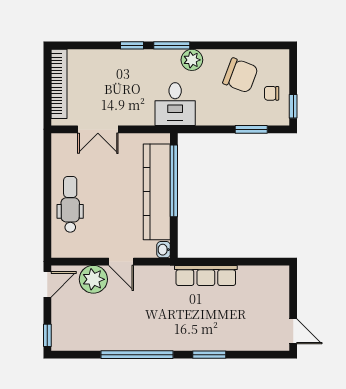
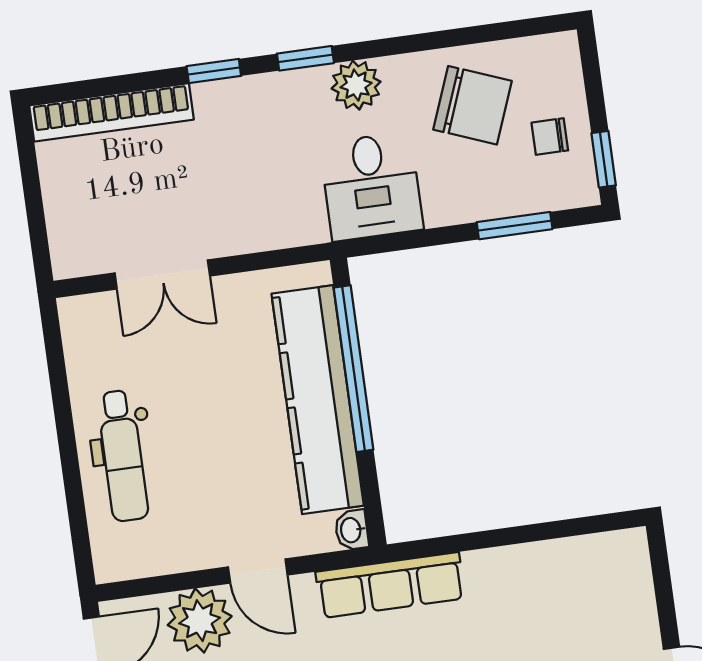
window: (172, 45) -> (305, 58), width x0.67
bookcase: (59, 84) -> (111, 112), moved, turned 90
desk: (175, 104) -> (371, 186), moved
dental chair: (70, 204) -> (123, 456), turned 180
row of seats: (206, 275) -> (390, 585), moved

